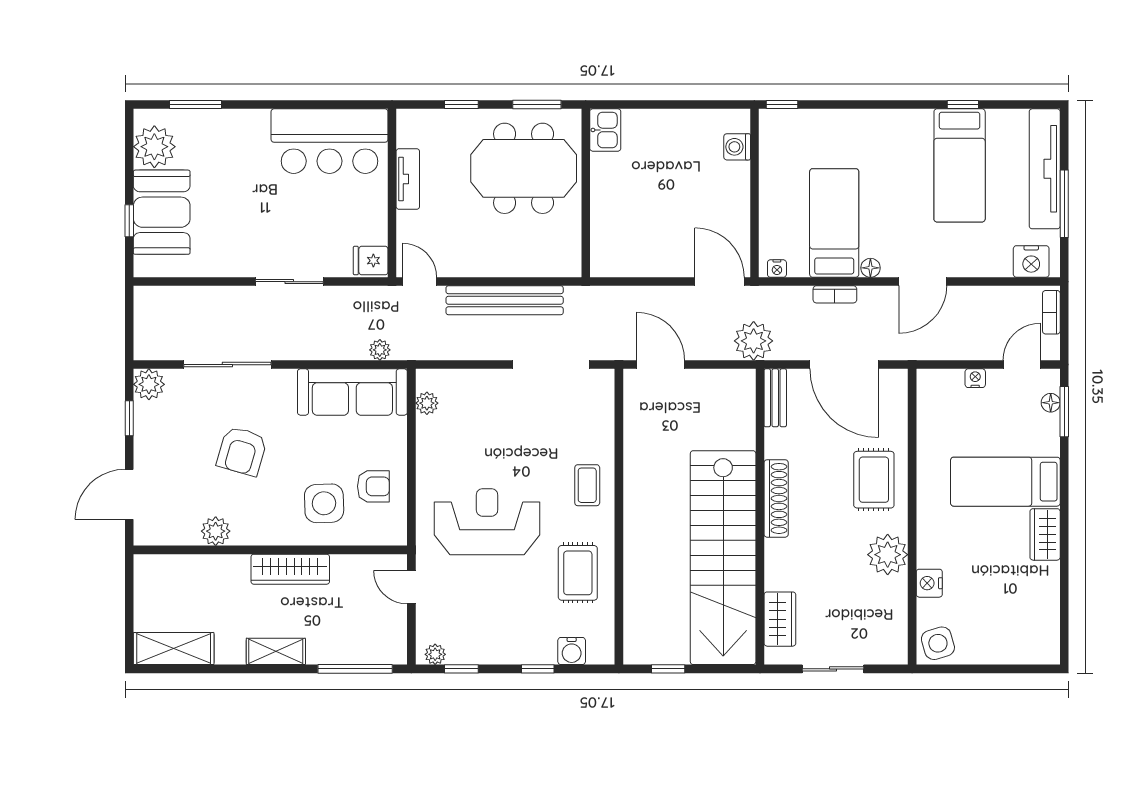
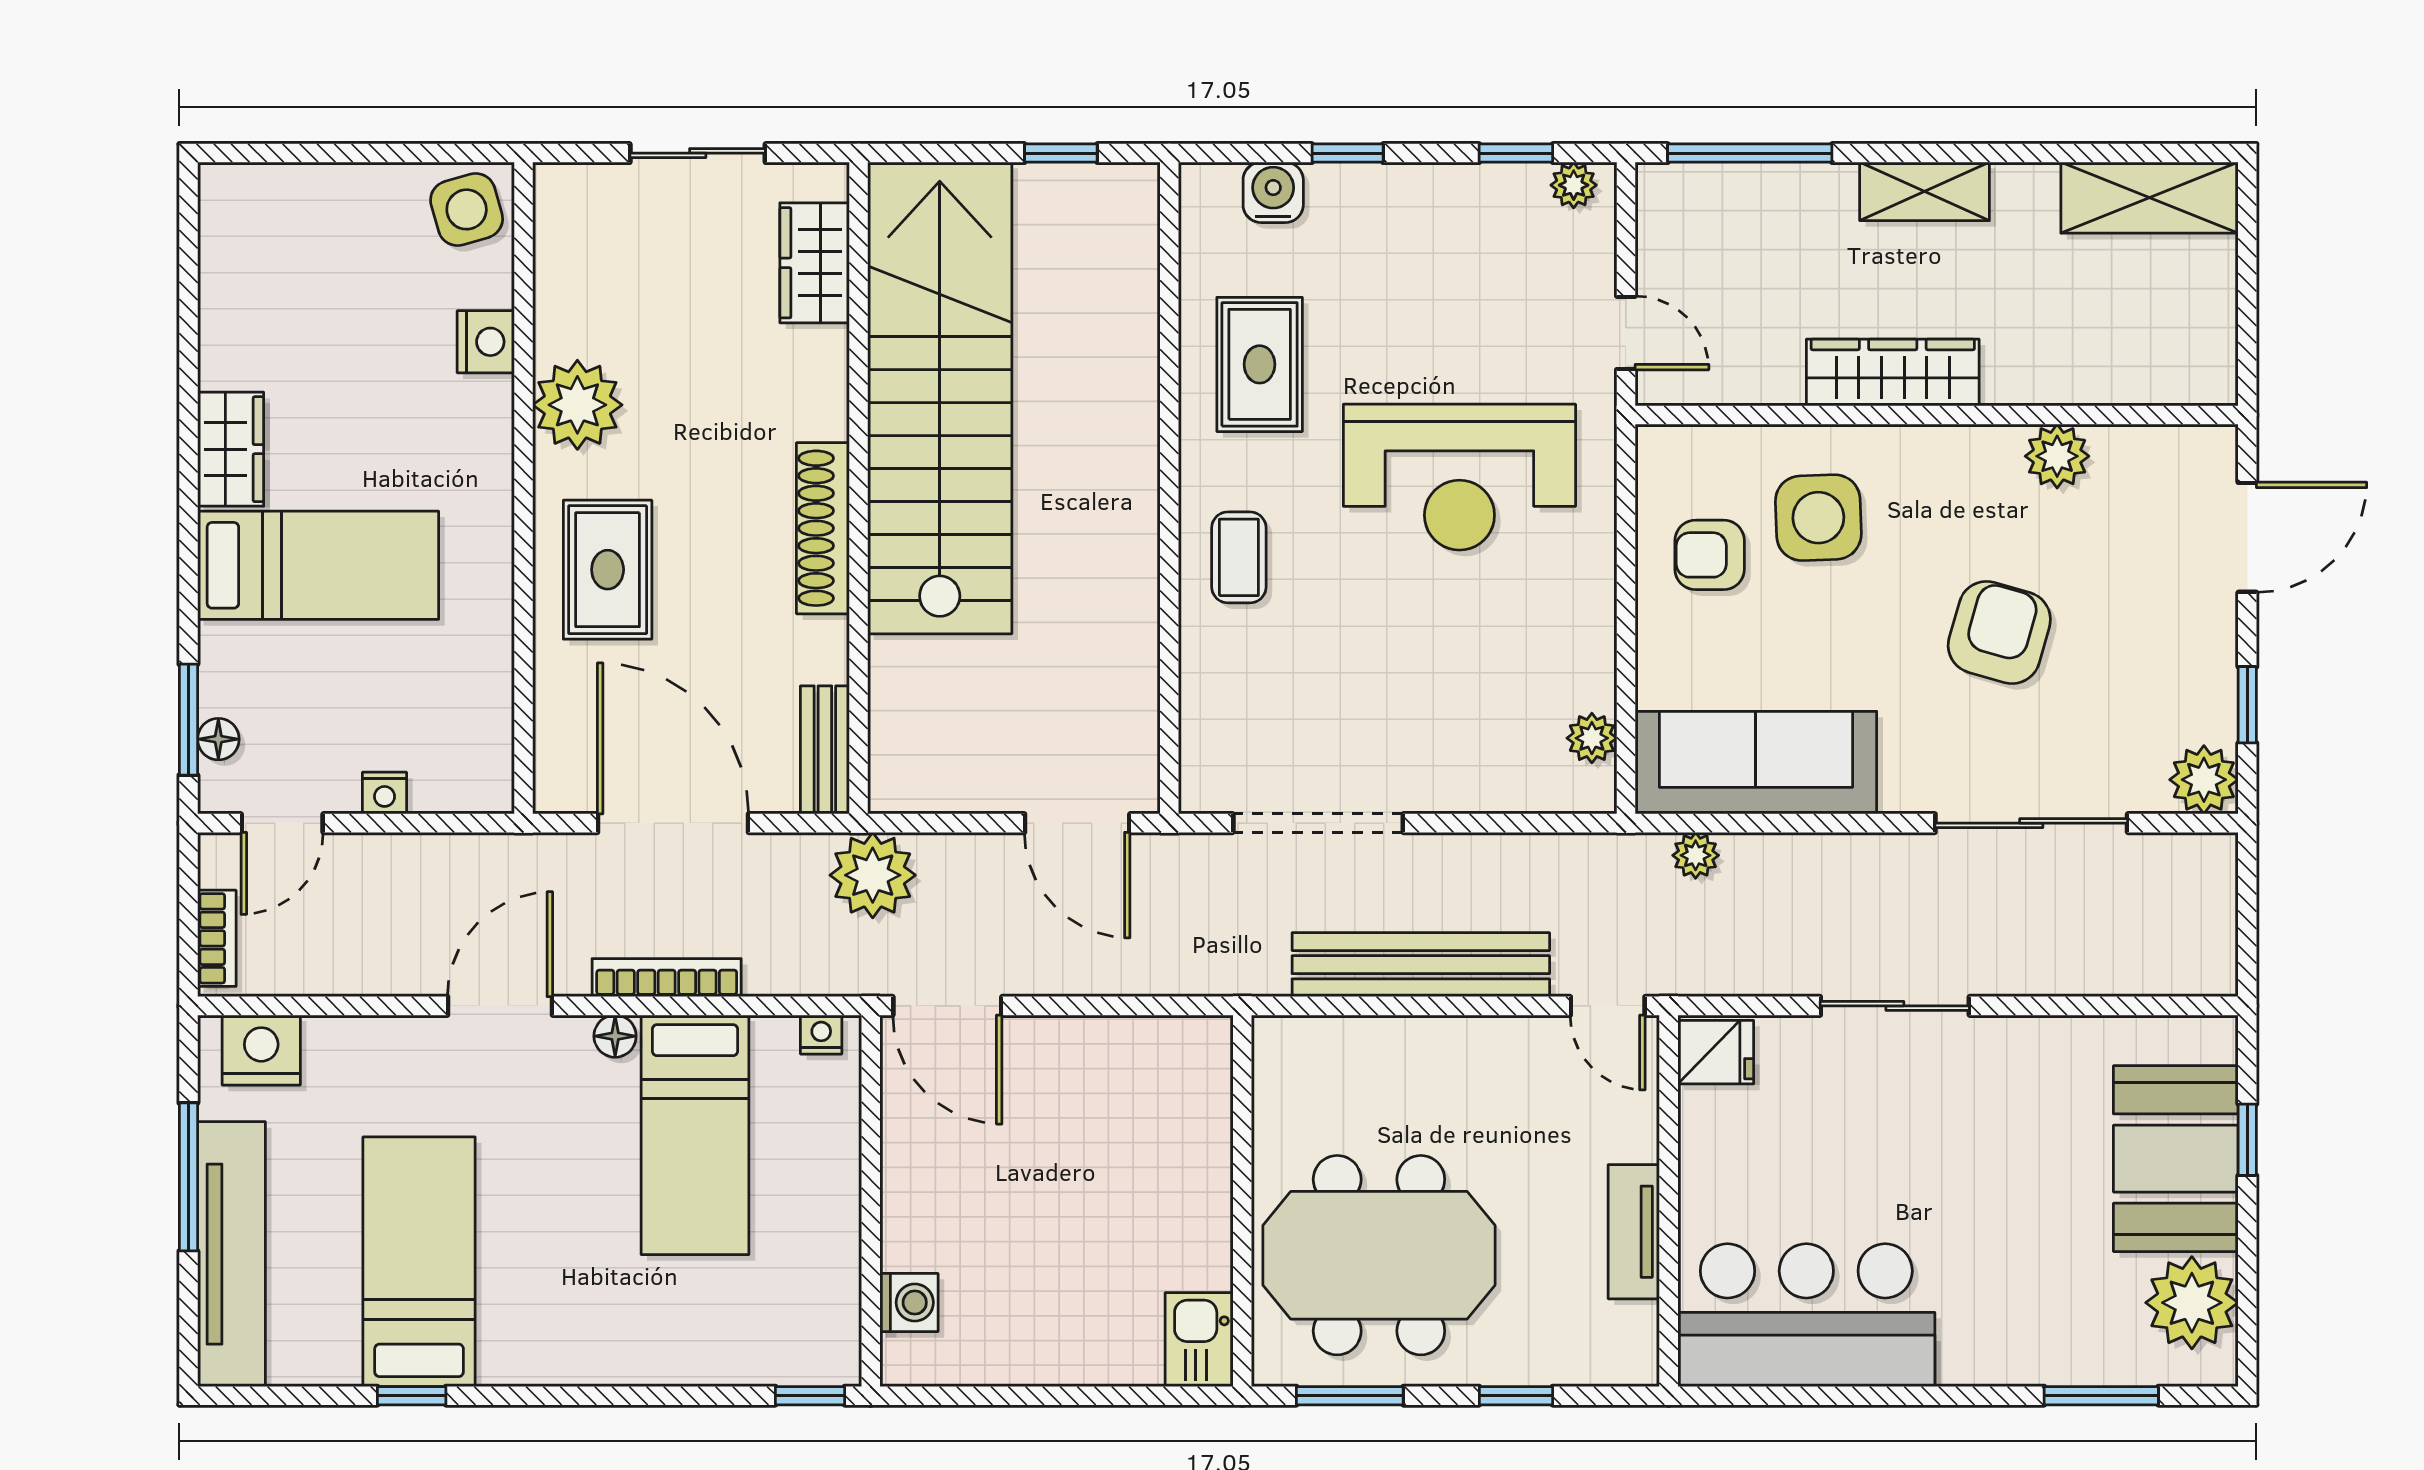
bookcase: (835, 294) -> (667, 978), width x1.56

